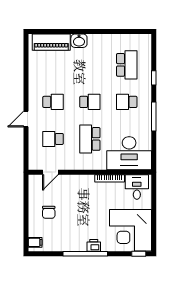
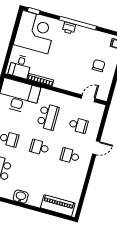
washbasin: (79, 41) -> (21, 197), moved

